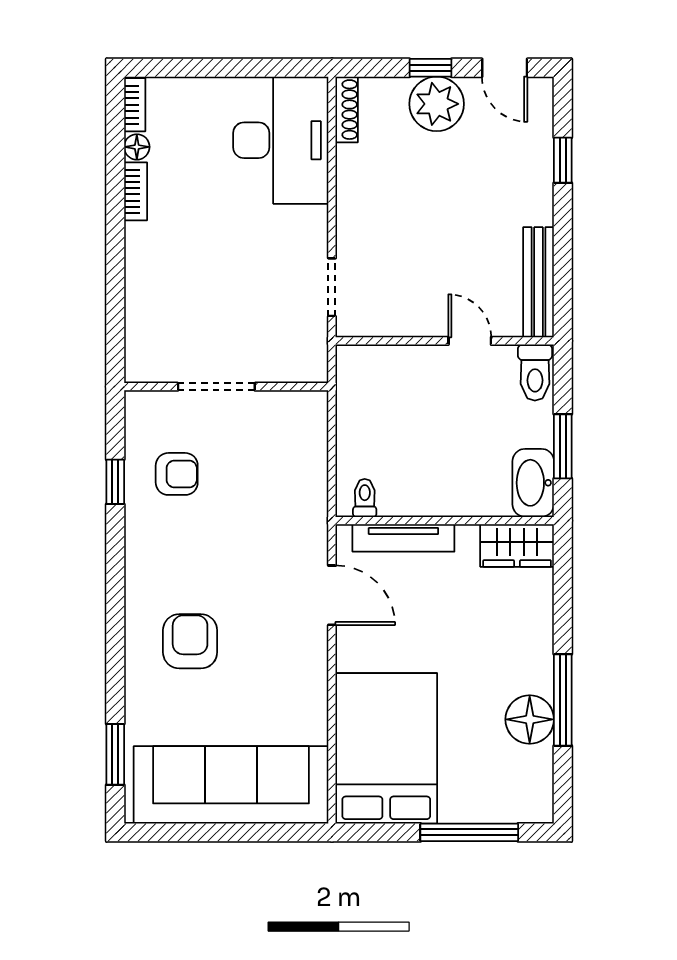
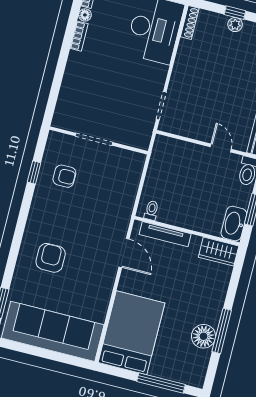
plant: (437, 104) -> (235, 25), width x0.53, depth x0.53

